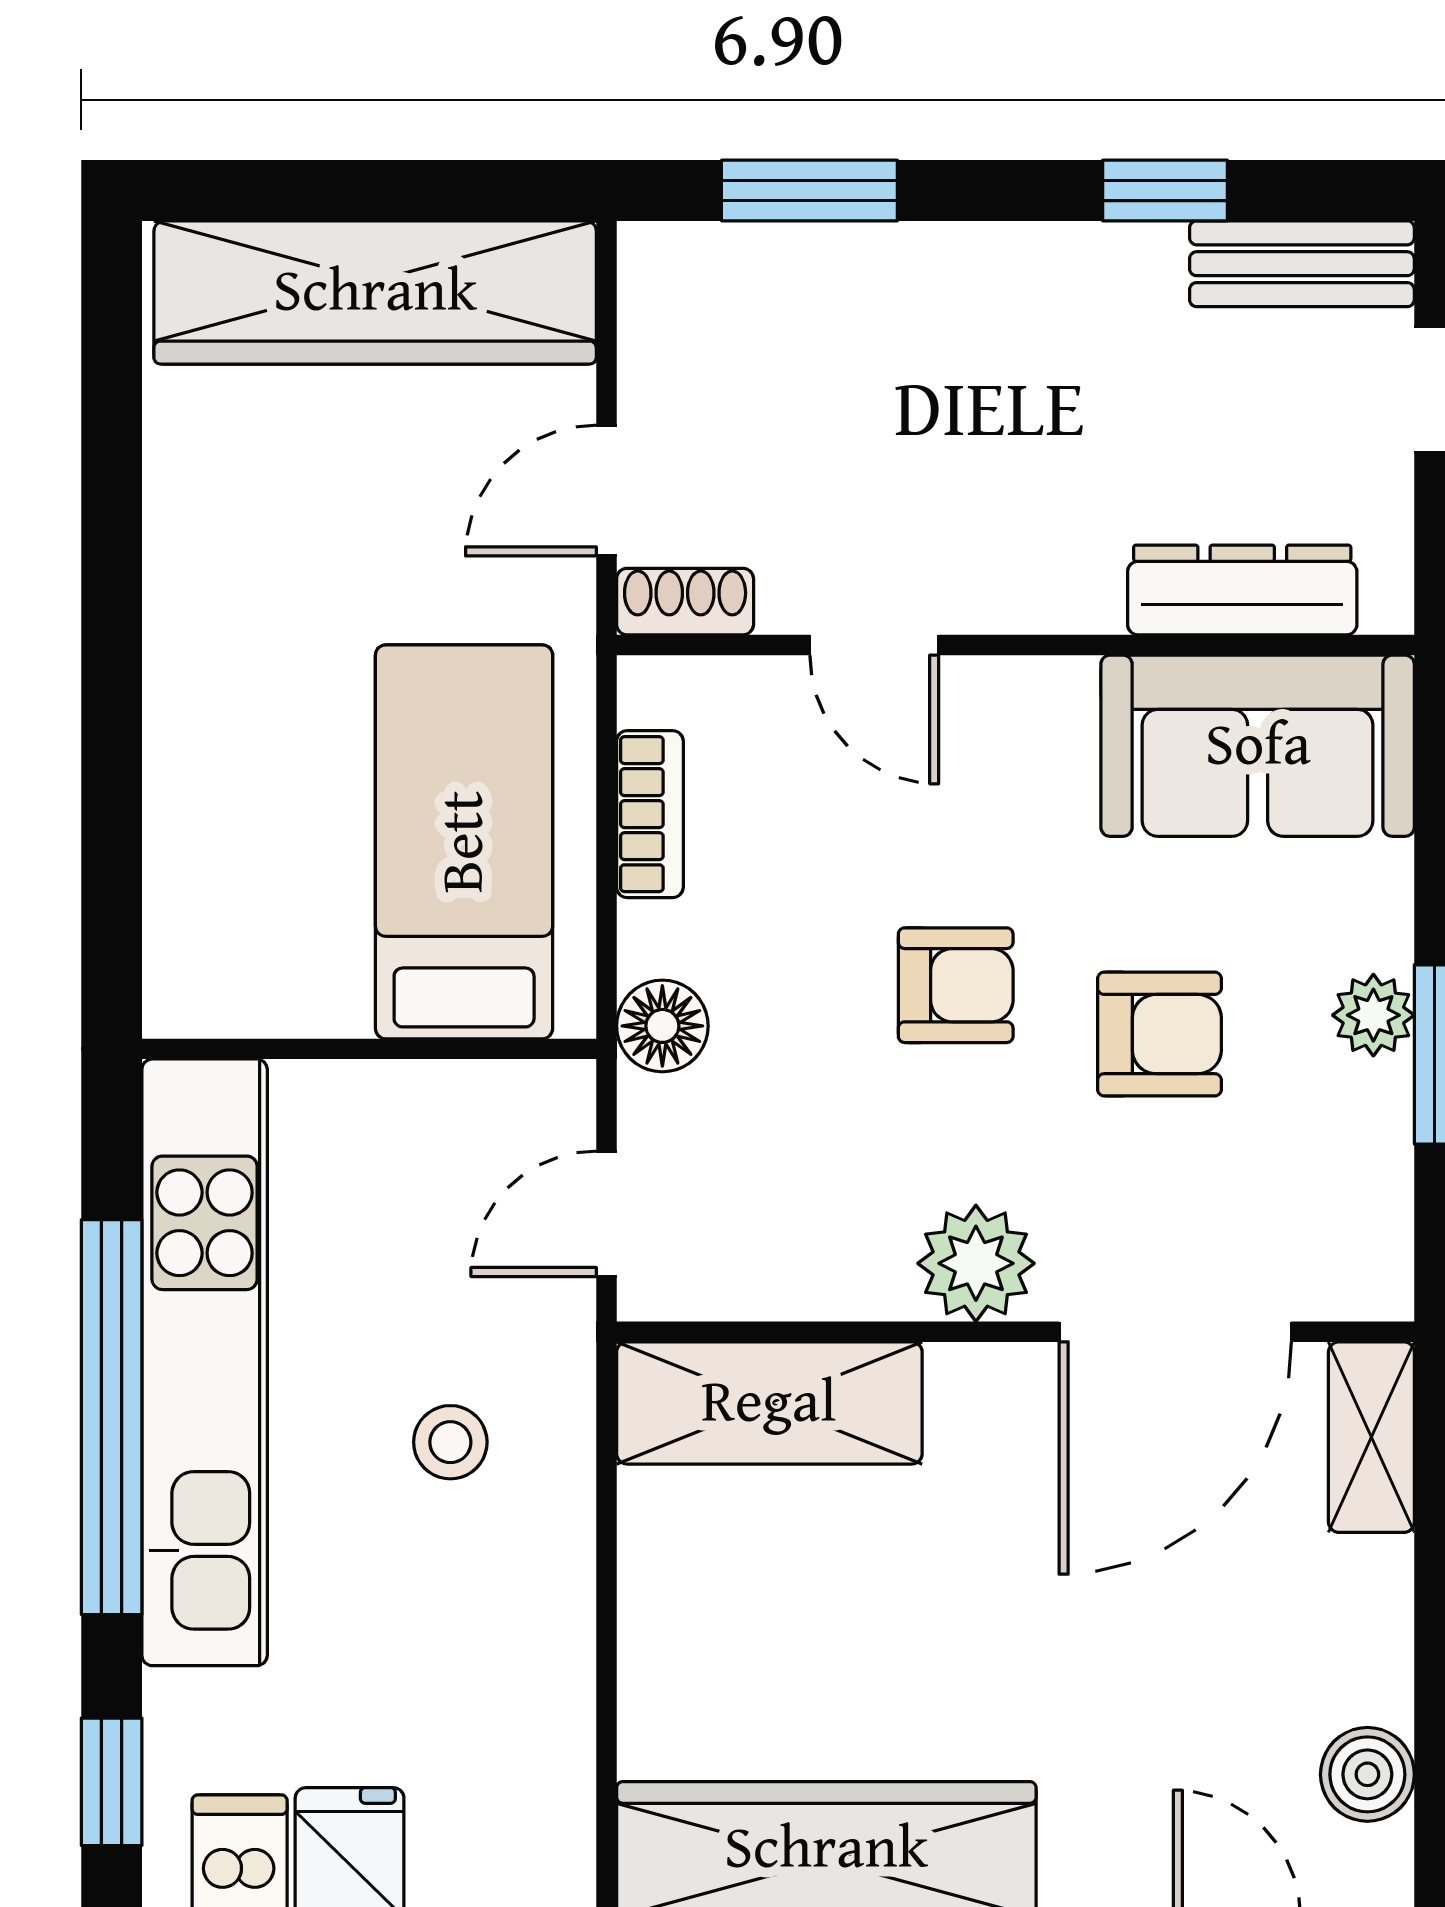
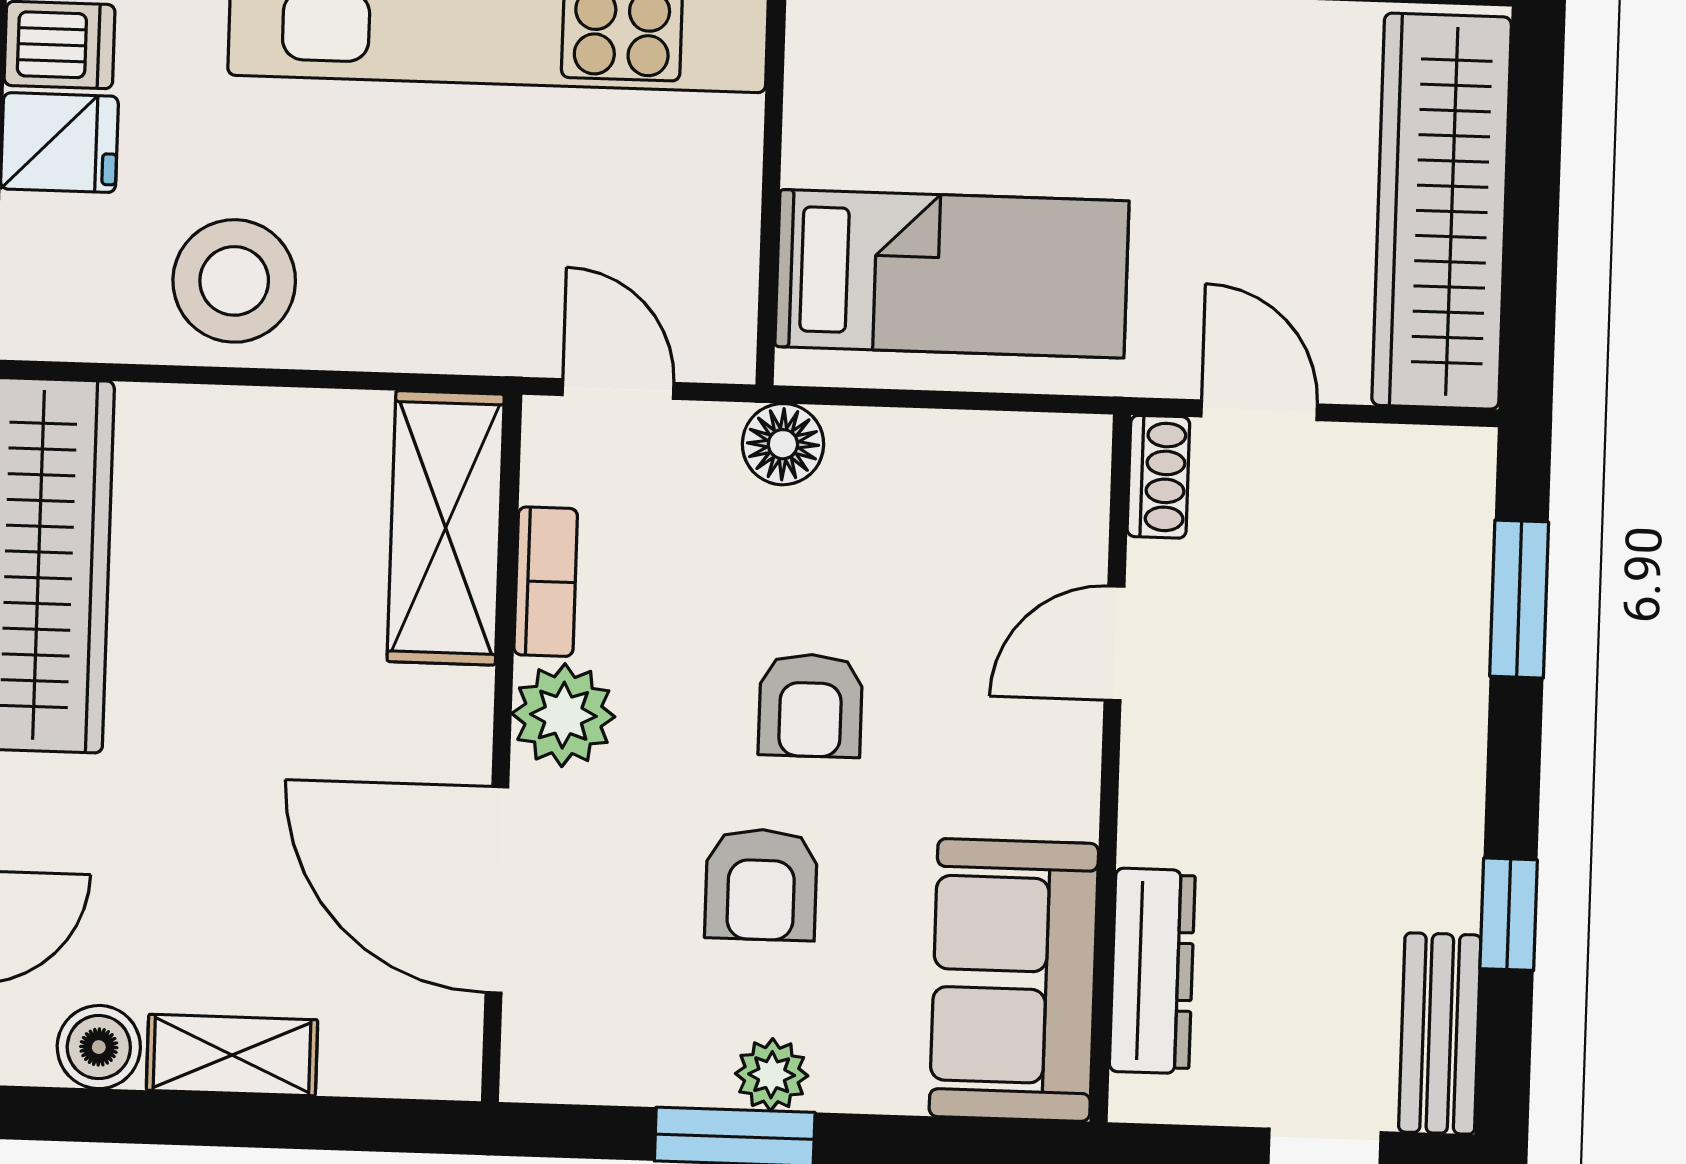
bookcase: (650, 814) -> (546, 582), moved, turned -90
shelving: (1371, 1437) -> (232, 1055), moved
stool: (450, 1442) -> (234, 281), moved, width x1.89, depth x1.89

